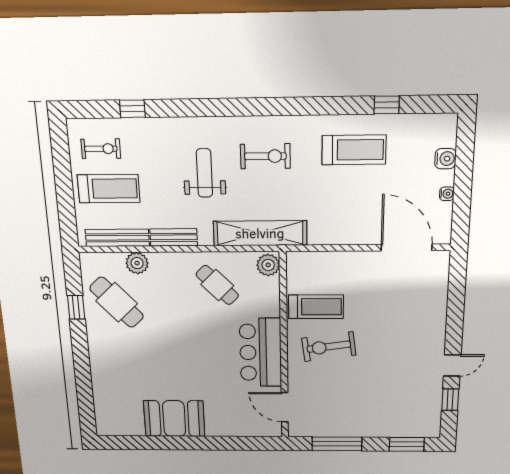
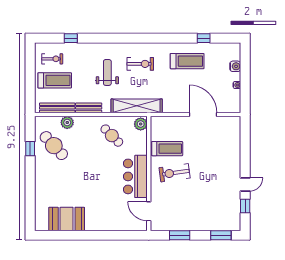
door: (407, 247) -> (203, 114), moved
booth: (174, 419) -> (67, 219), moved
window: (337, 444) -> (180, 235), width x0.69

